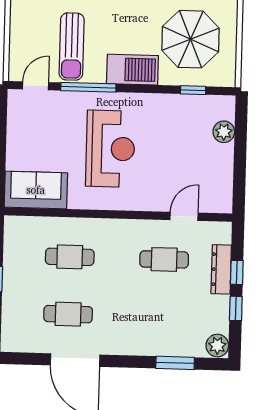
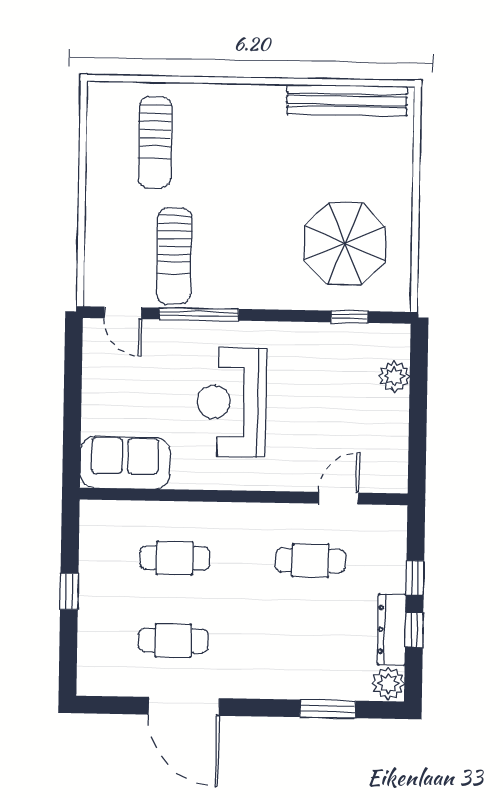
barbecue: (132, 70) -> (262, 288), removed
door: (35, 86) -> (123, 313), swing flipped
reception desk: (110, 149) -> (231, 402), turned 180
dresser: (221, 269) -> (392, 630), moved

